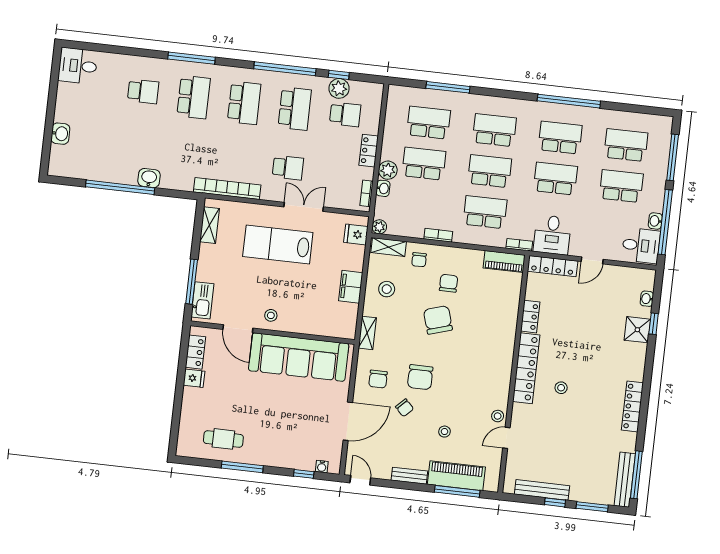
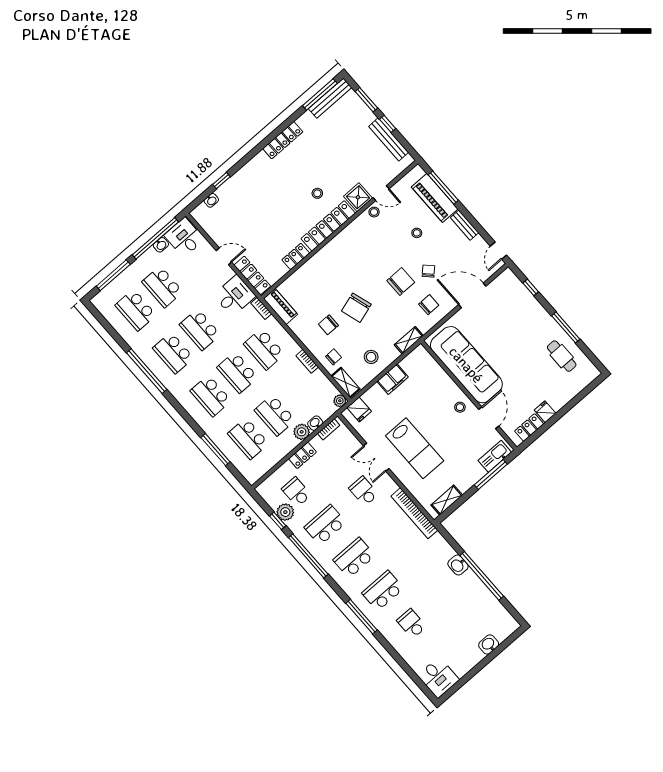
shower: (637, 330) -> (358, 197), moved
water cooler: (322, 467) -> (515, 282), removed

